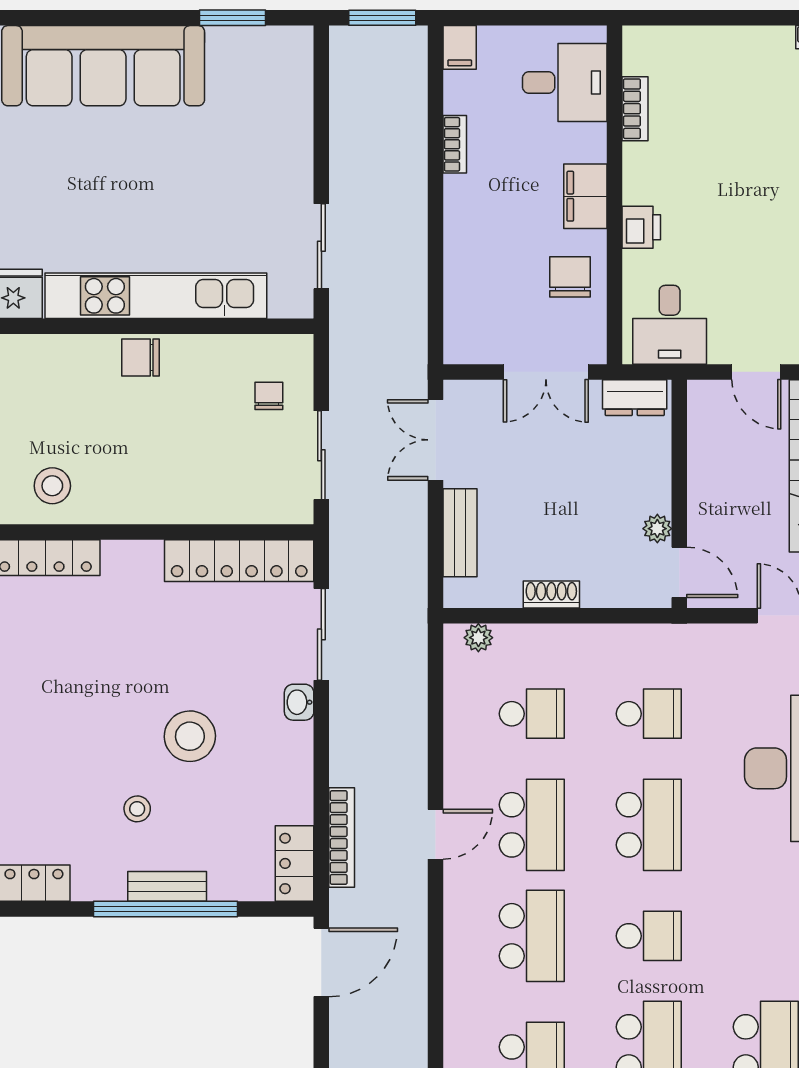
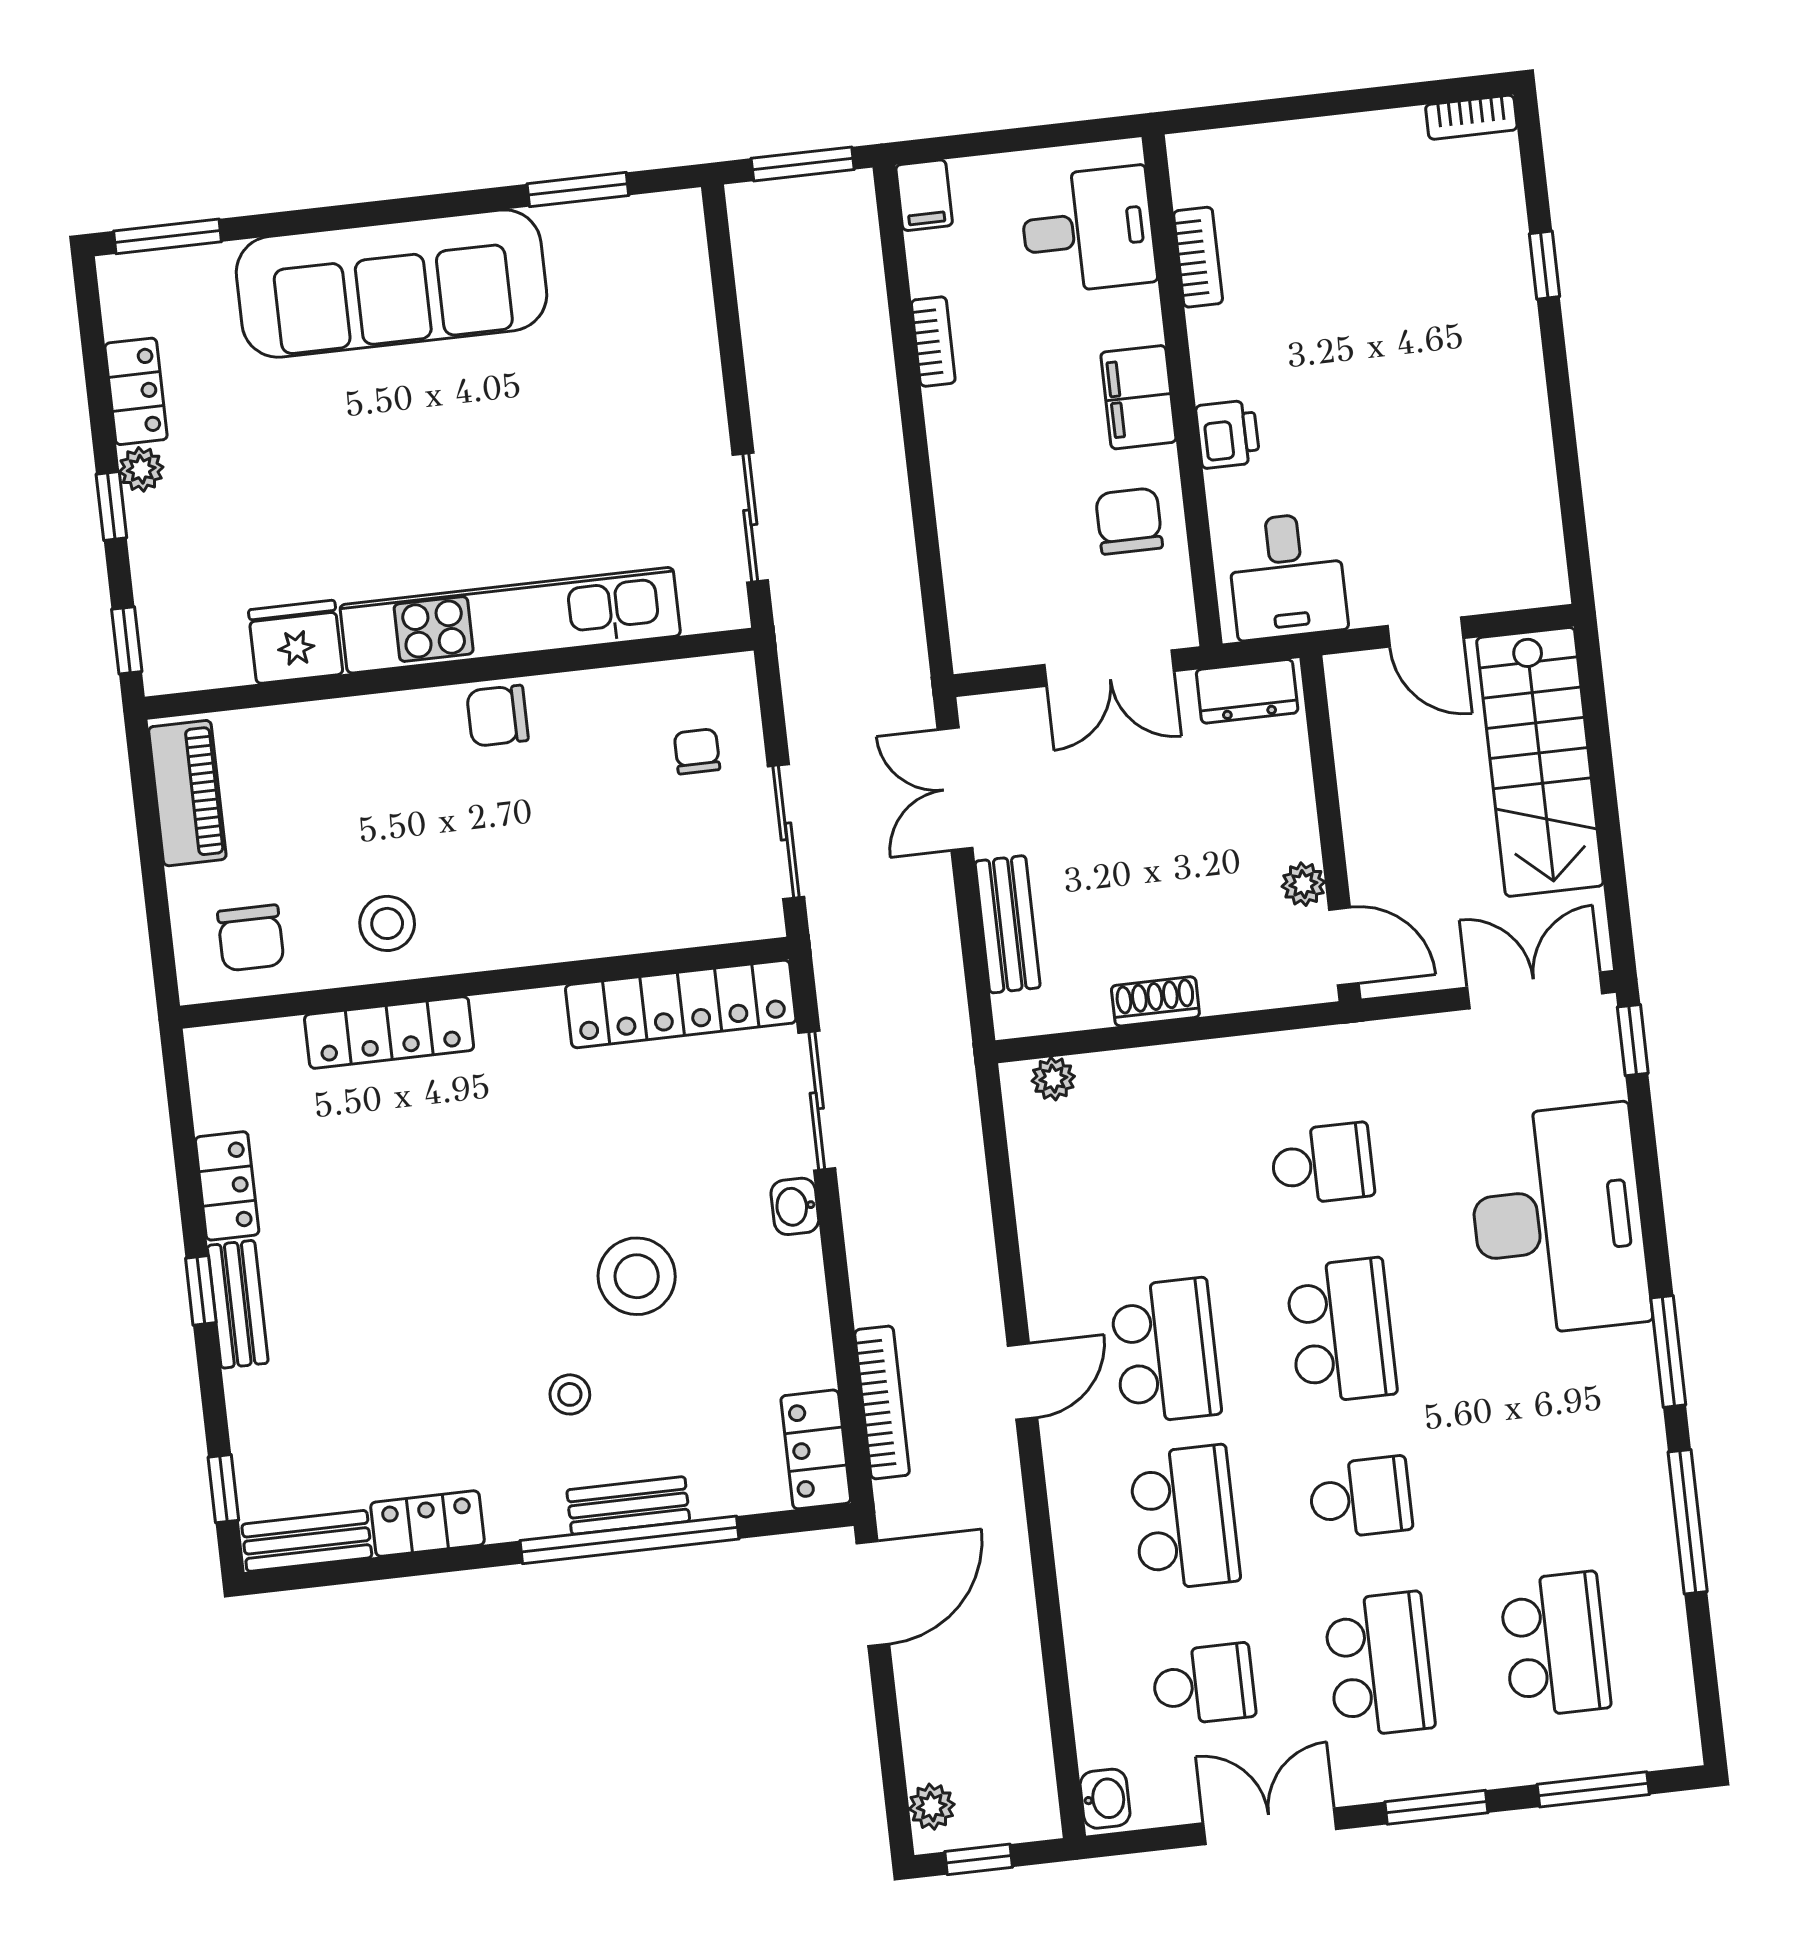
school desk: (532, 714) -> (1147, 1184), removed

